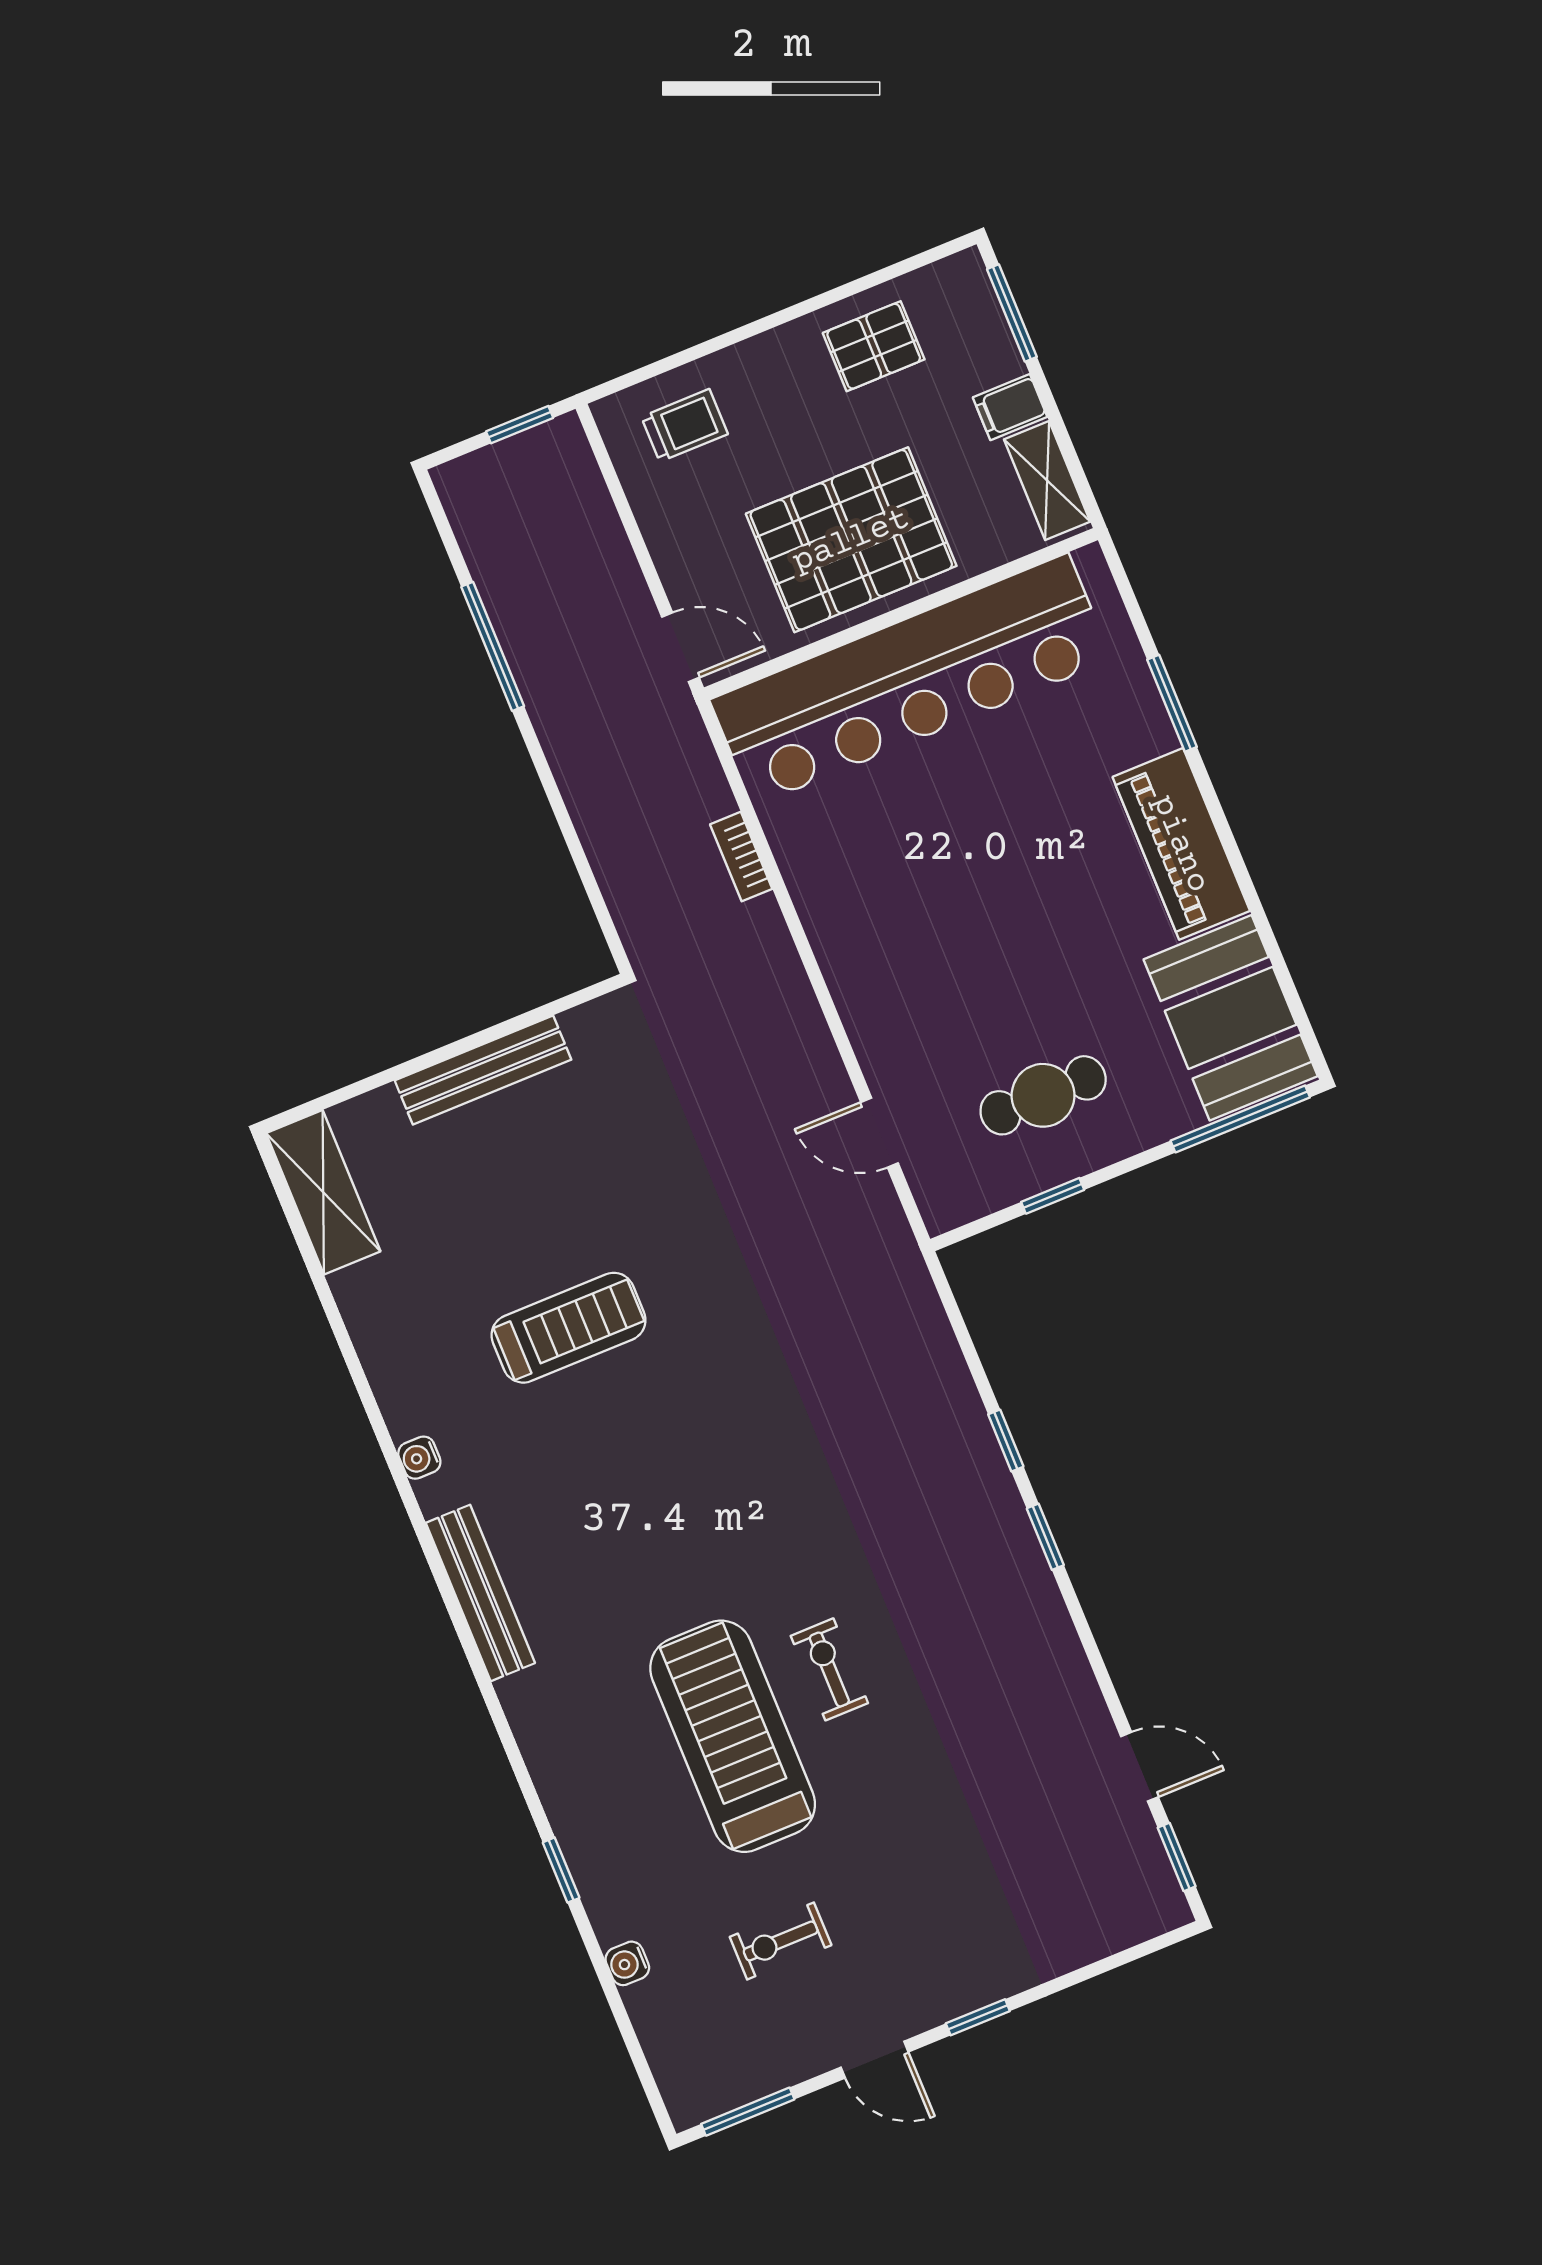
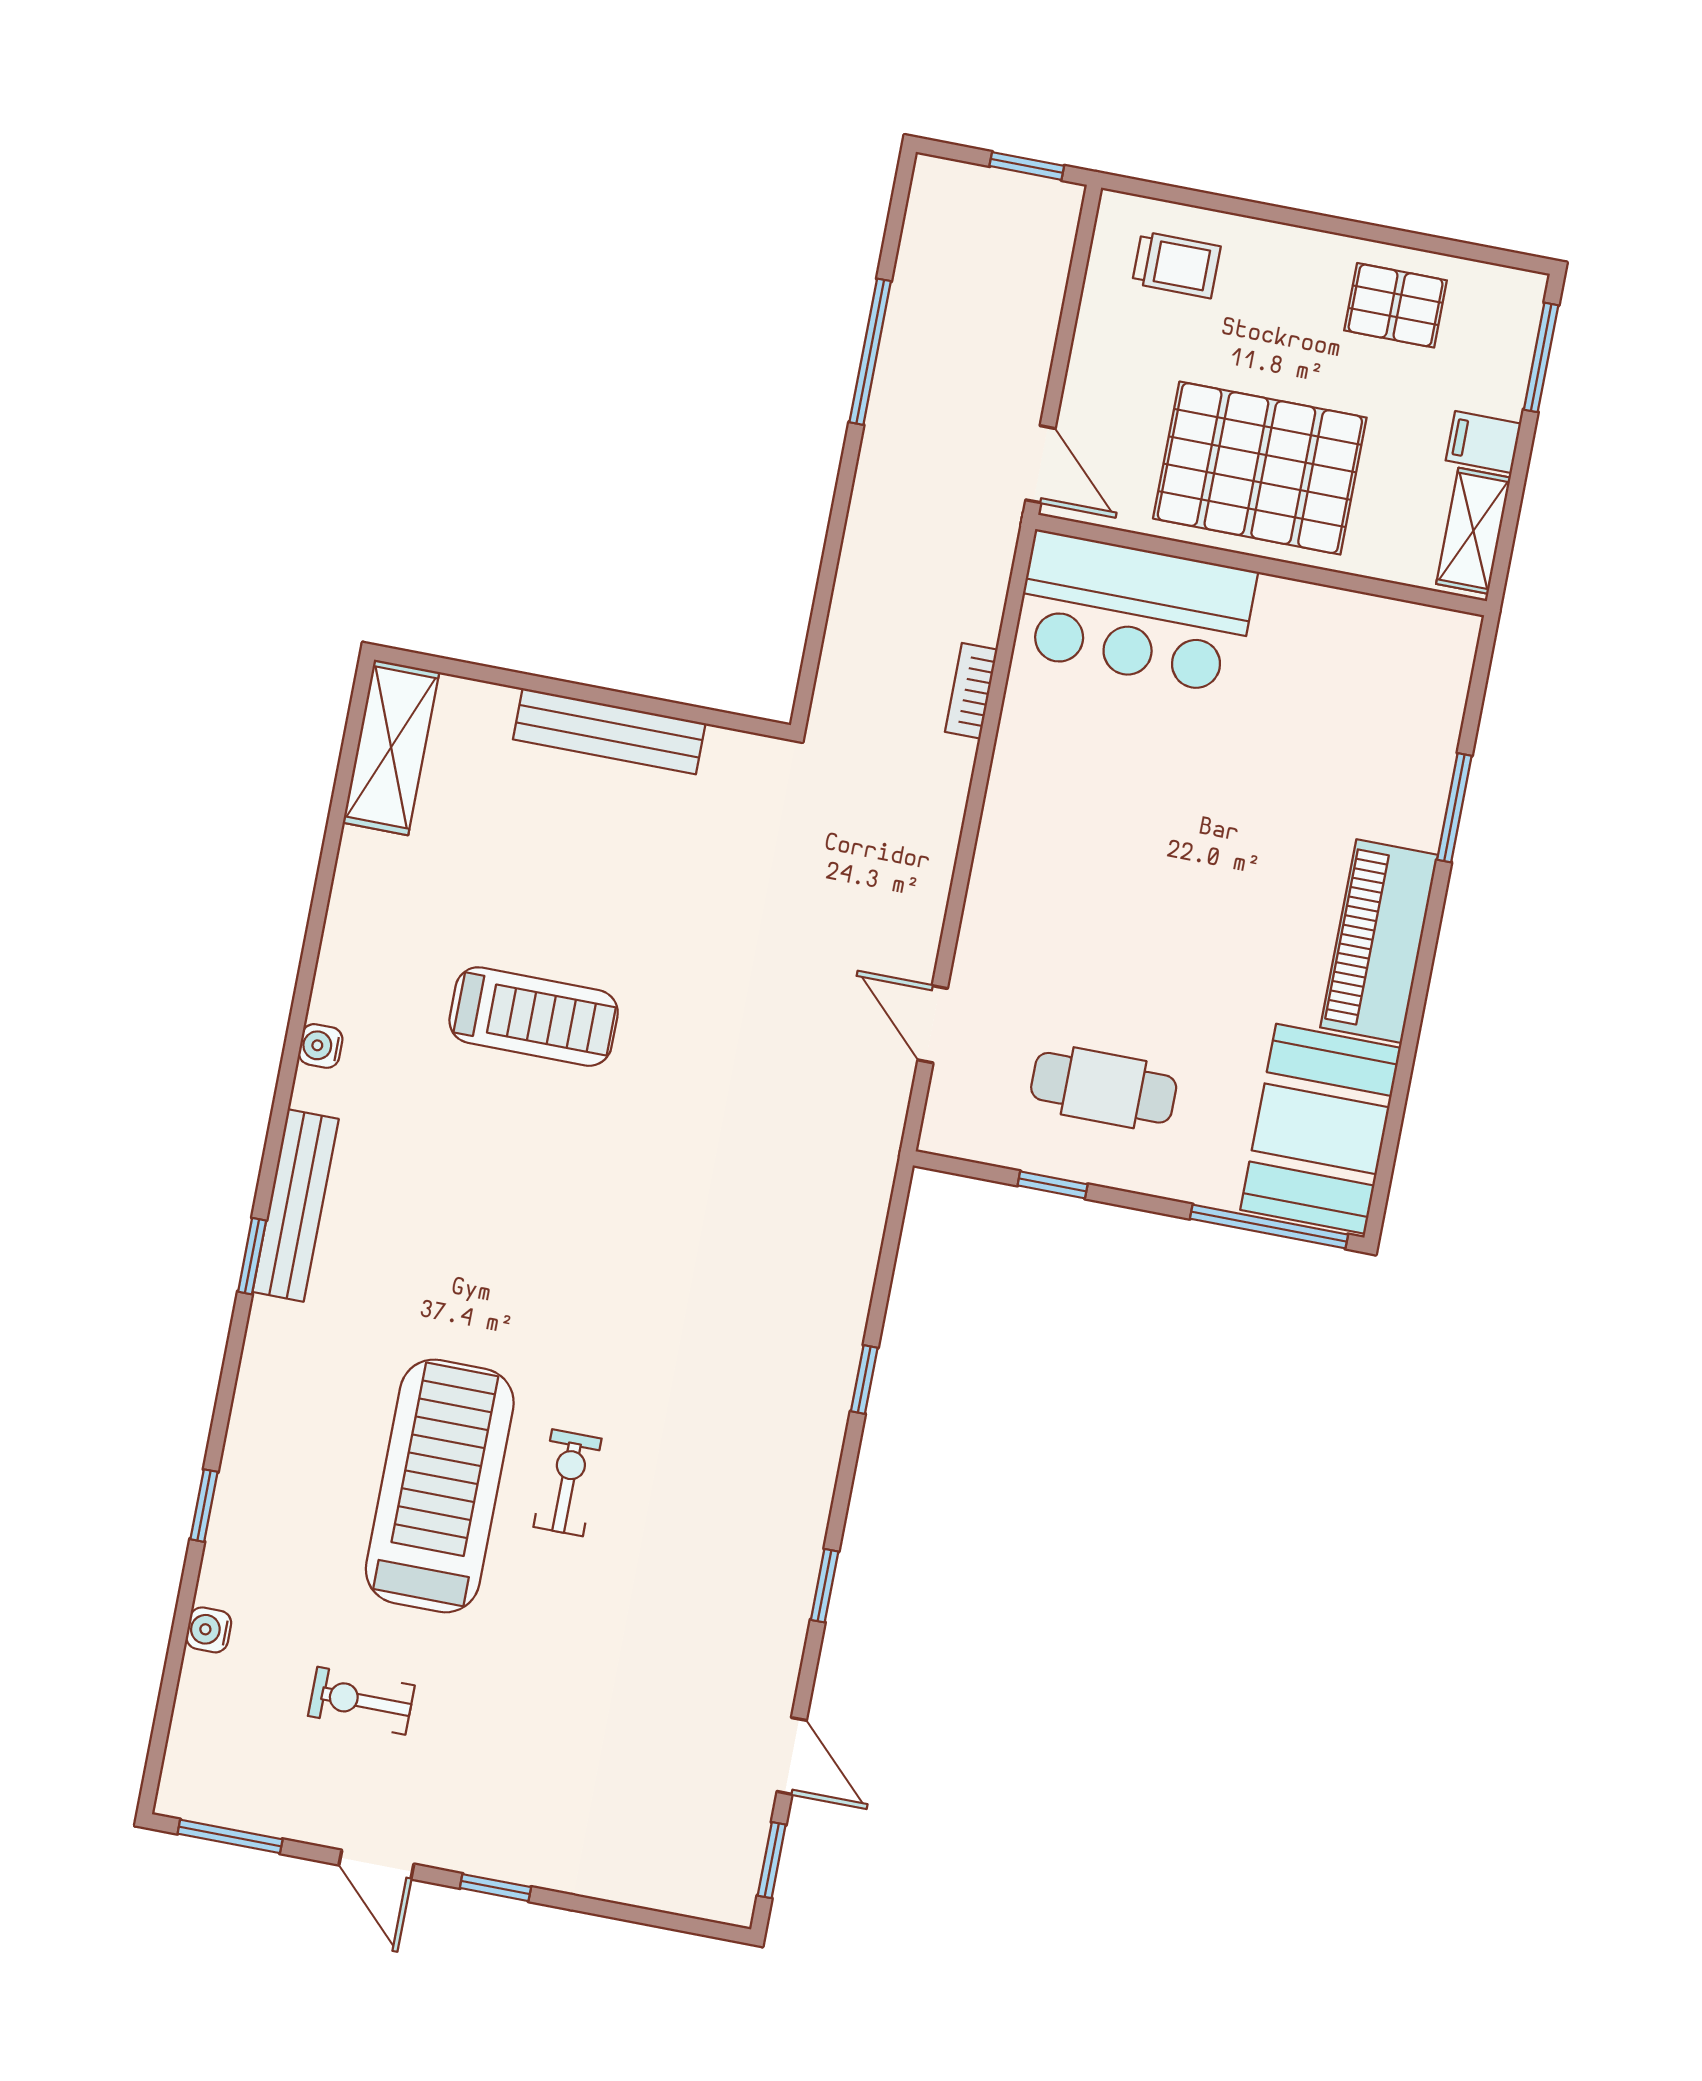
bar counter: (911, 680) -> (1135, 612), width x0.54
window: (1045, 1537) -> (825, 1586), moved
window: (472, 1654) -> (252, 1256), added

